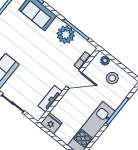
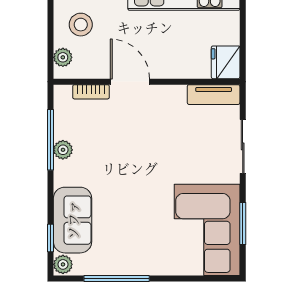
plant: (66, 35) -> (63, 150), width x0.53, depth x0.53
tv unit: (50, 99) -> (214, 95), moved

